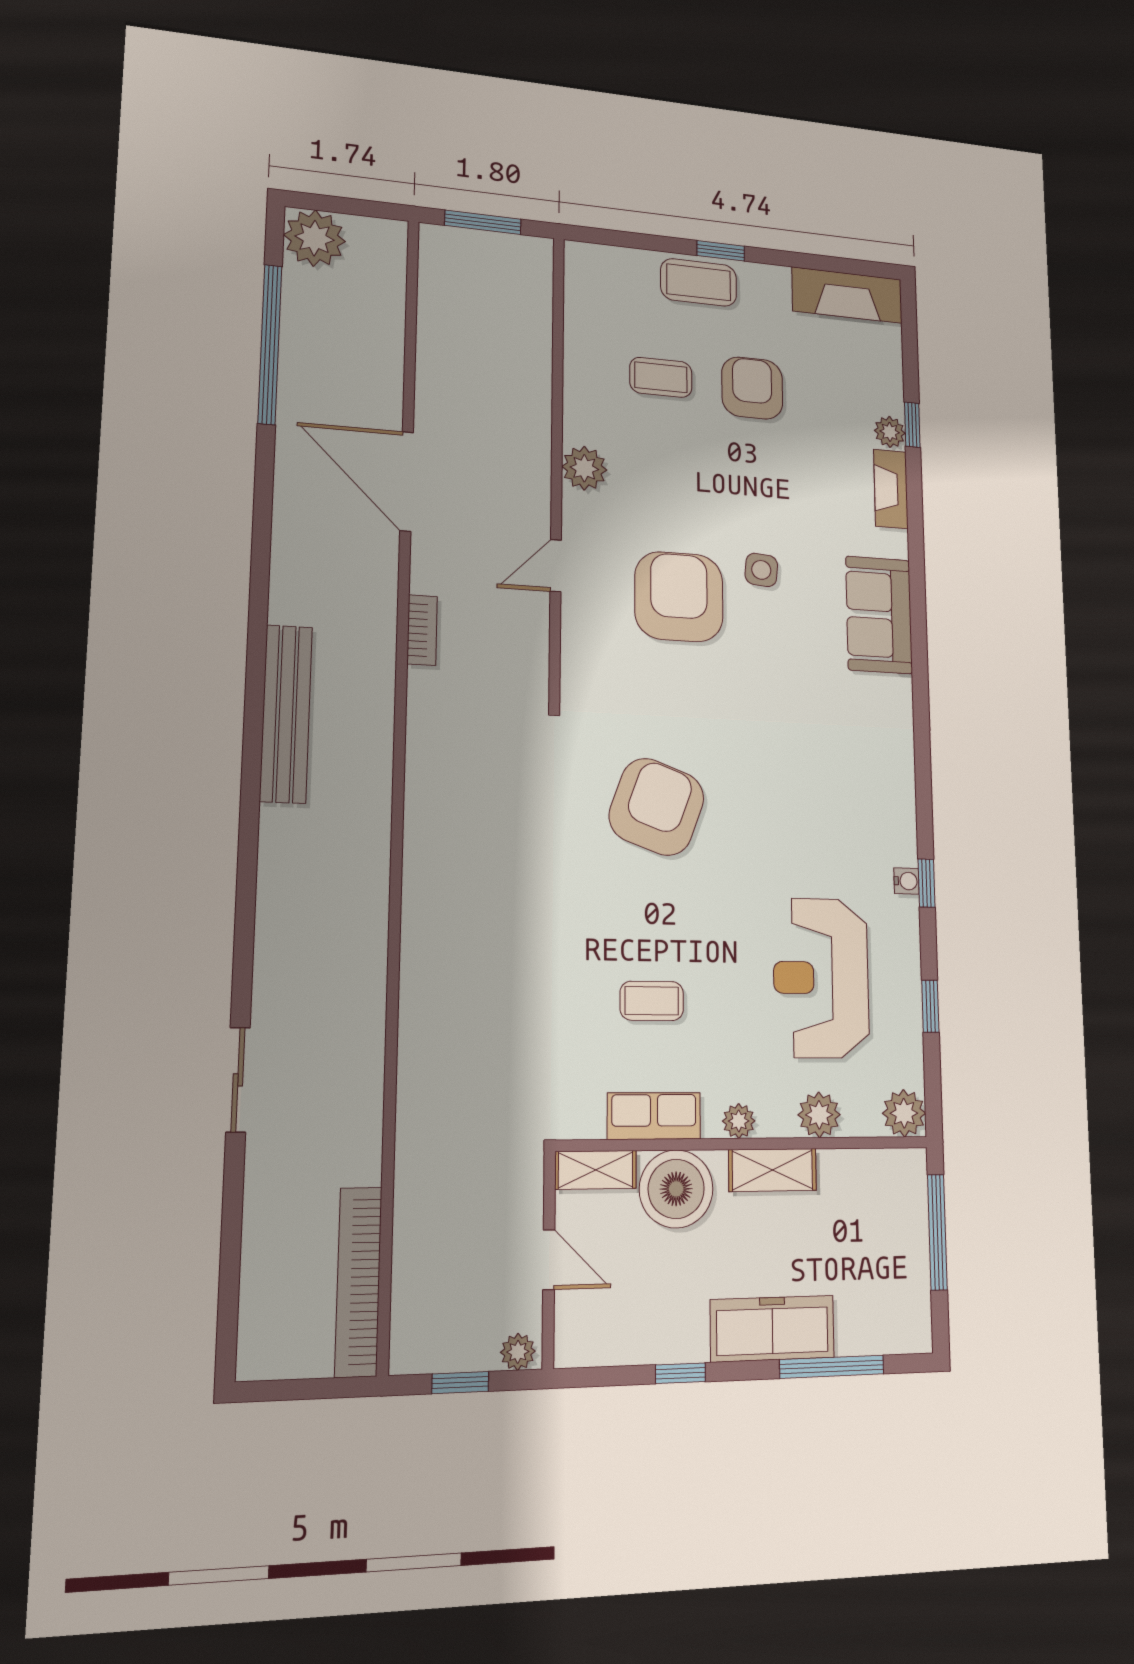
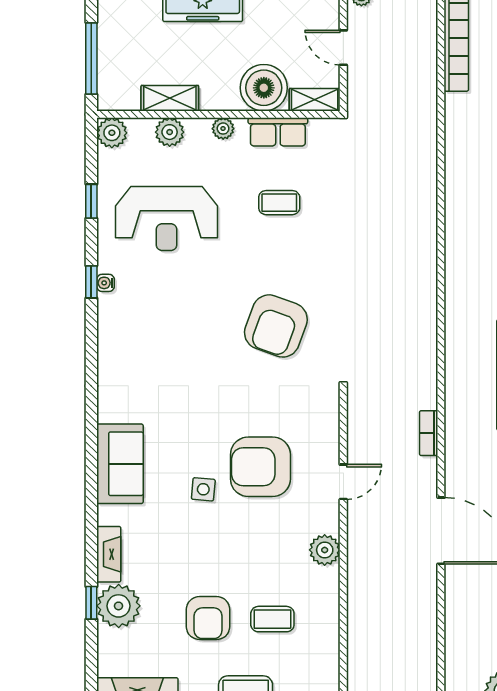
plant: (890, 432) -> (119, 606), width x1.88, depth x1.88
armchair: (679, 597) -> (260, 467), turned 90
reception desk: (821, 978) -> (167, 219), turned 90
shelving: (772, 1170) -> (170, 98), moved

